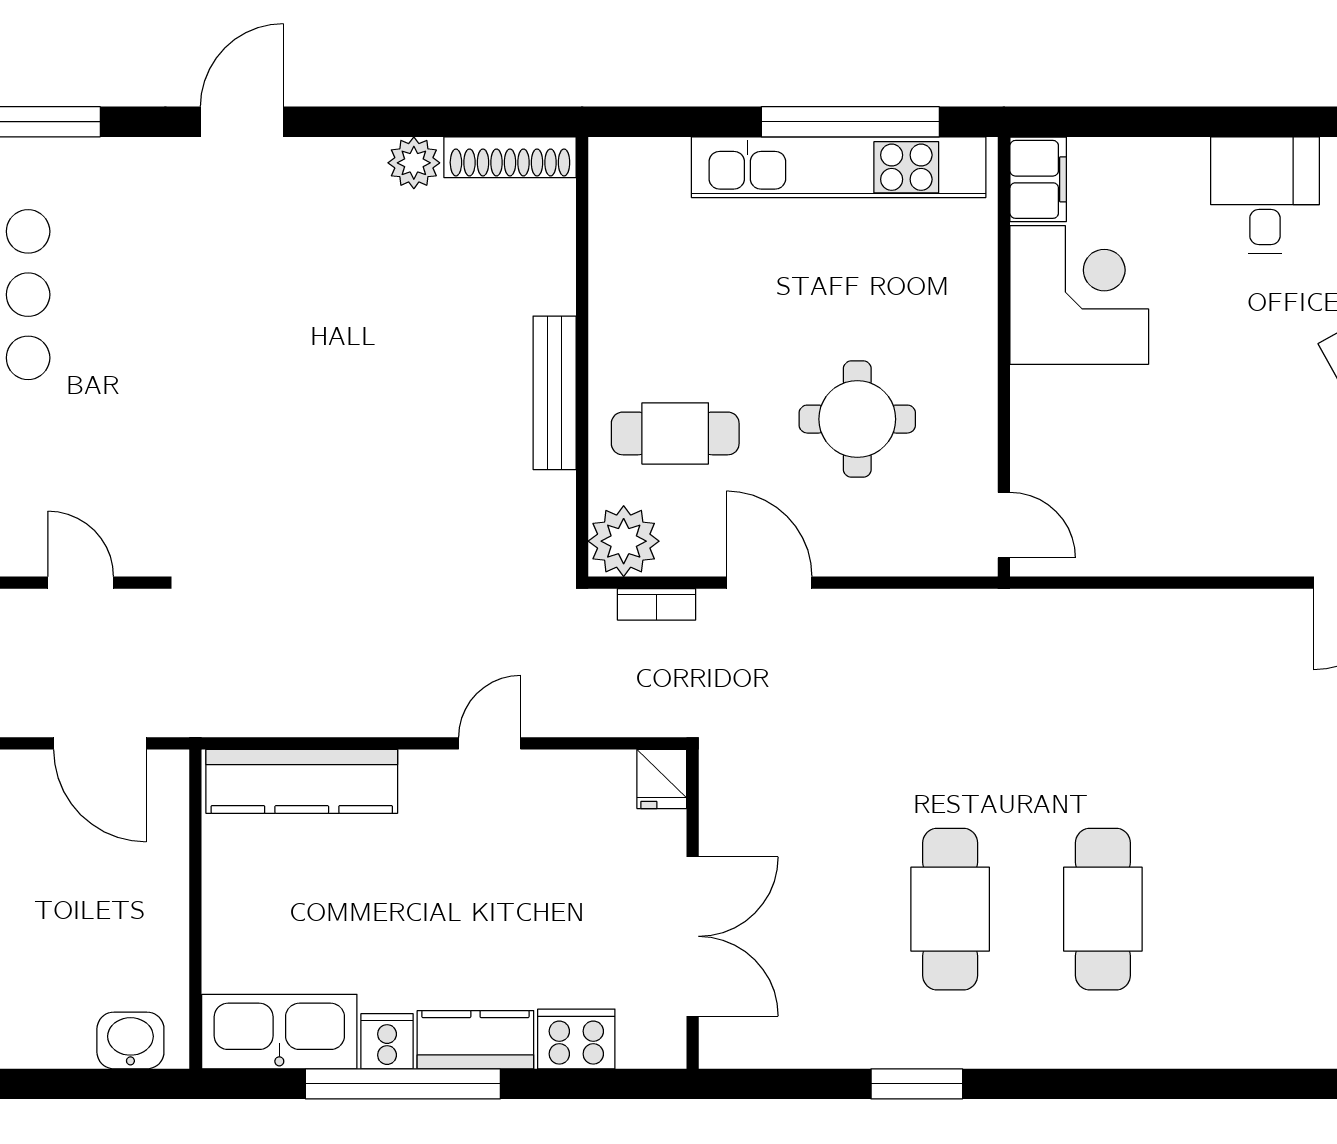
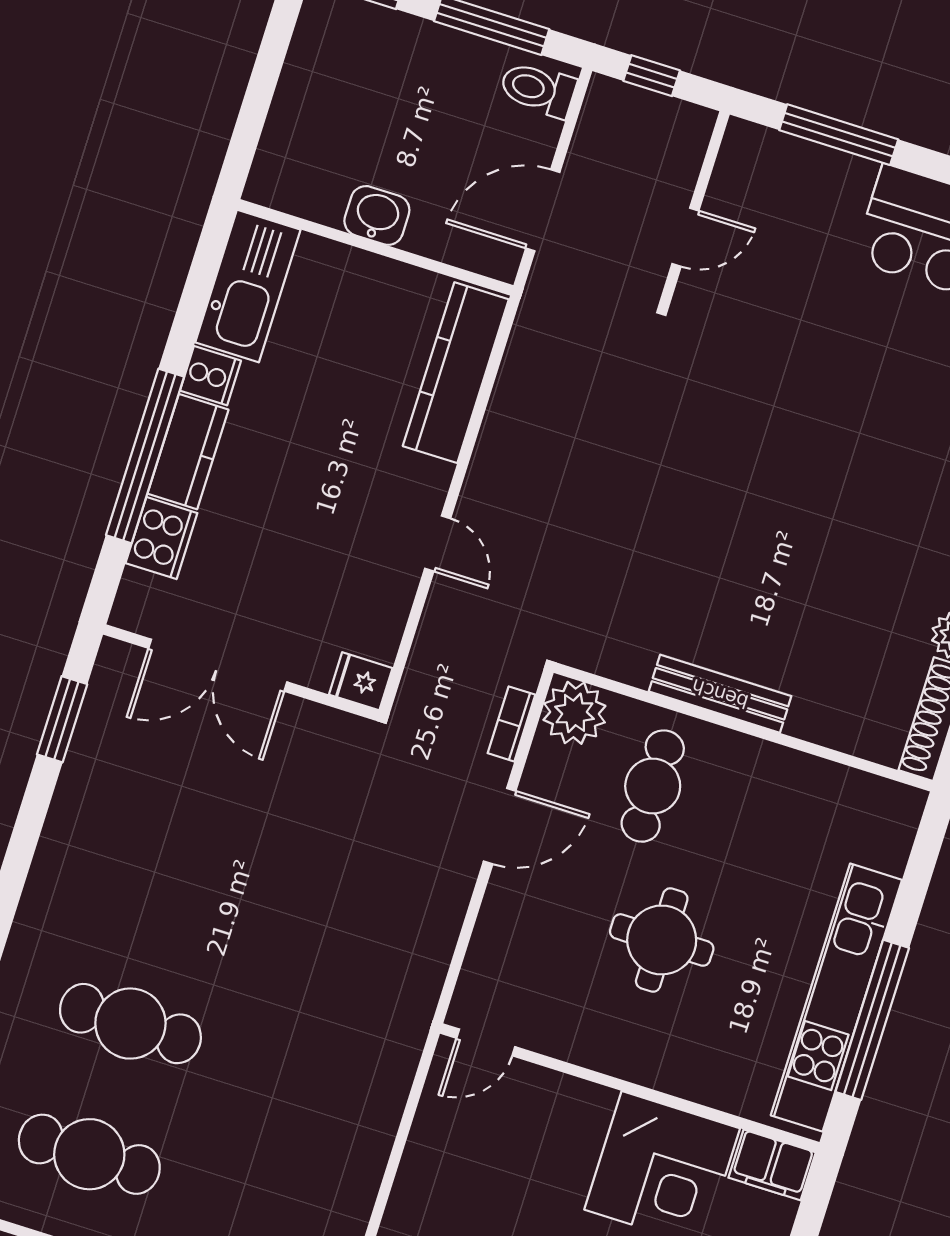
round table: (857, 419) -> (662, 940), moved
cafe table: (950, 909) -> (89, 1154), moved
washbasin: (130, 1040) -> (377, 215), moved, turned -90
window: (403, 1084) -> (145, 456), moved
window: (917, 1084) -> (62, 719), moved

